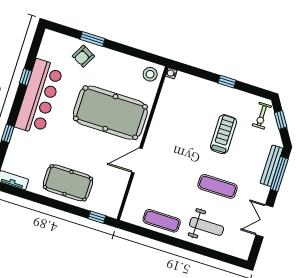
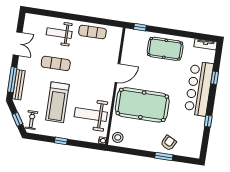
bar counter: (39, 97) -> (199, 88), moved
weight bench: (181, 111) -> (91, 114), added
treadmill: (223, 134) -> (57, 102), width x1.37, depth x1.38

